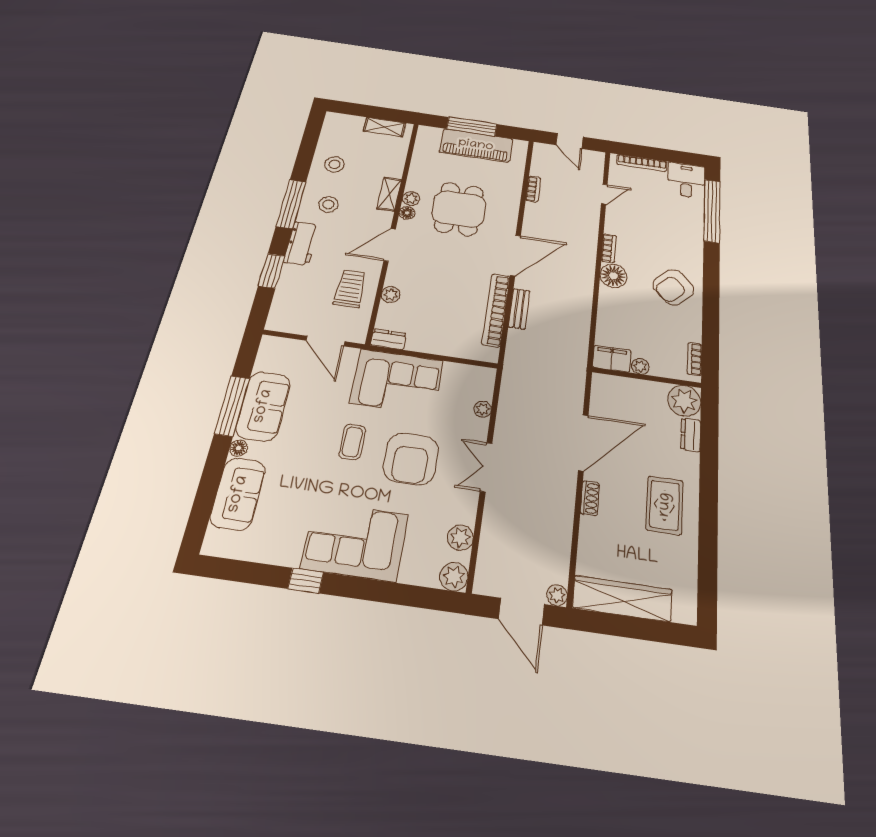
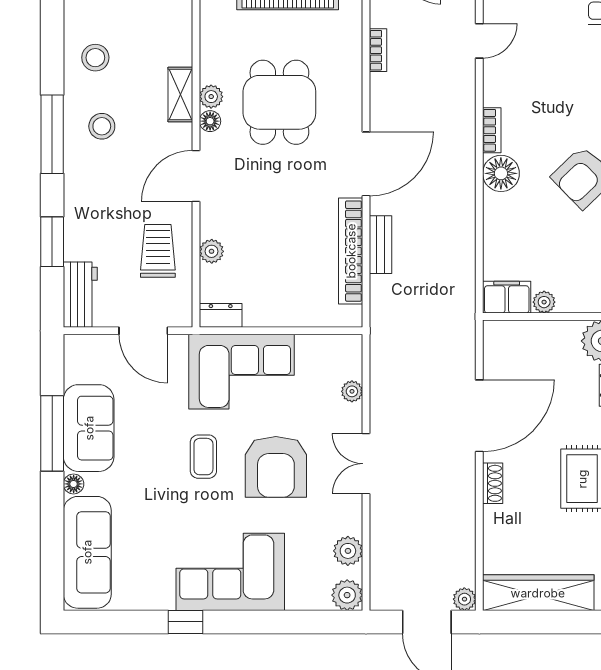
workbench: (301, 243) -> (80, 295), moved
sofa: (238, 494) -> (87, 552), width x1.36

